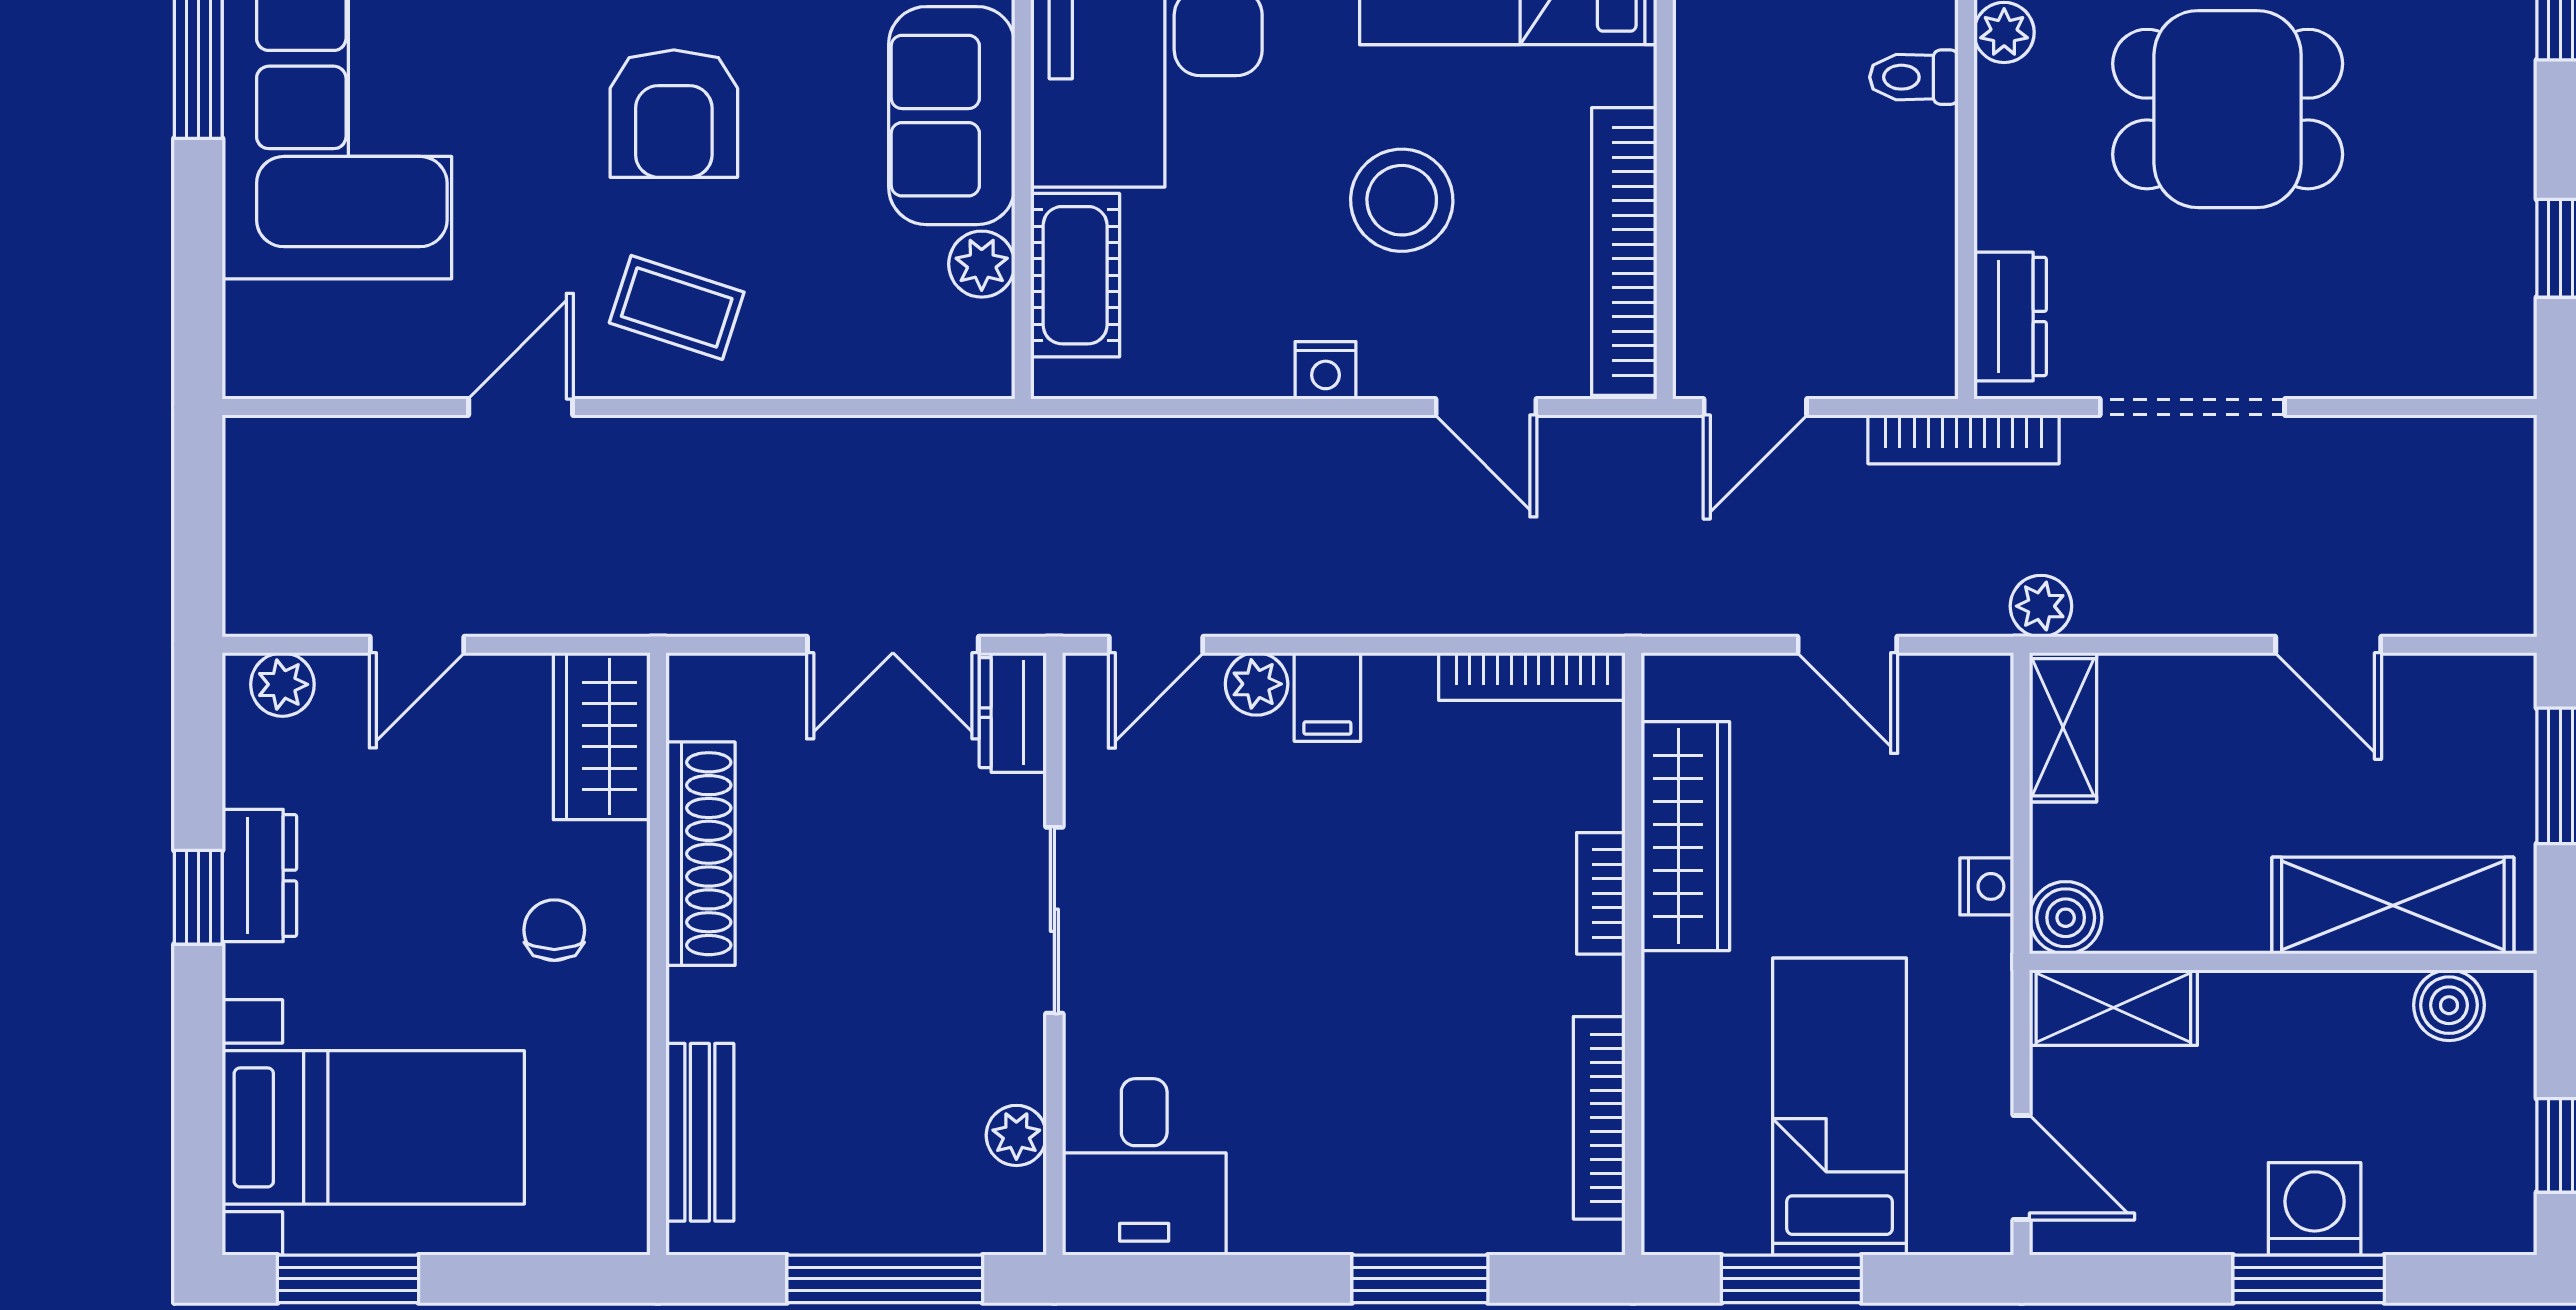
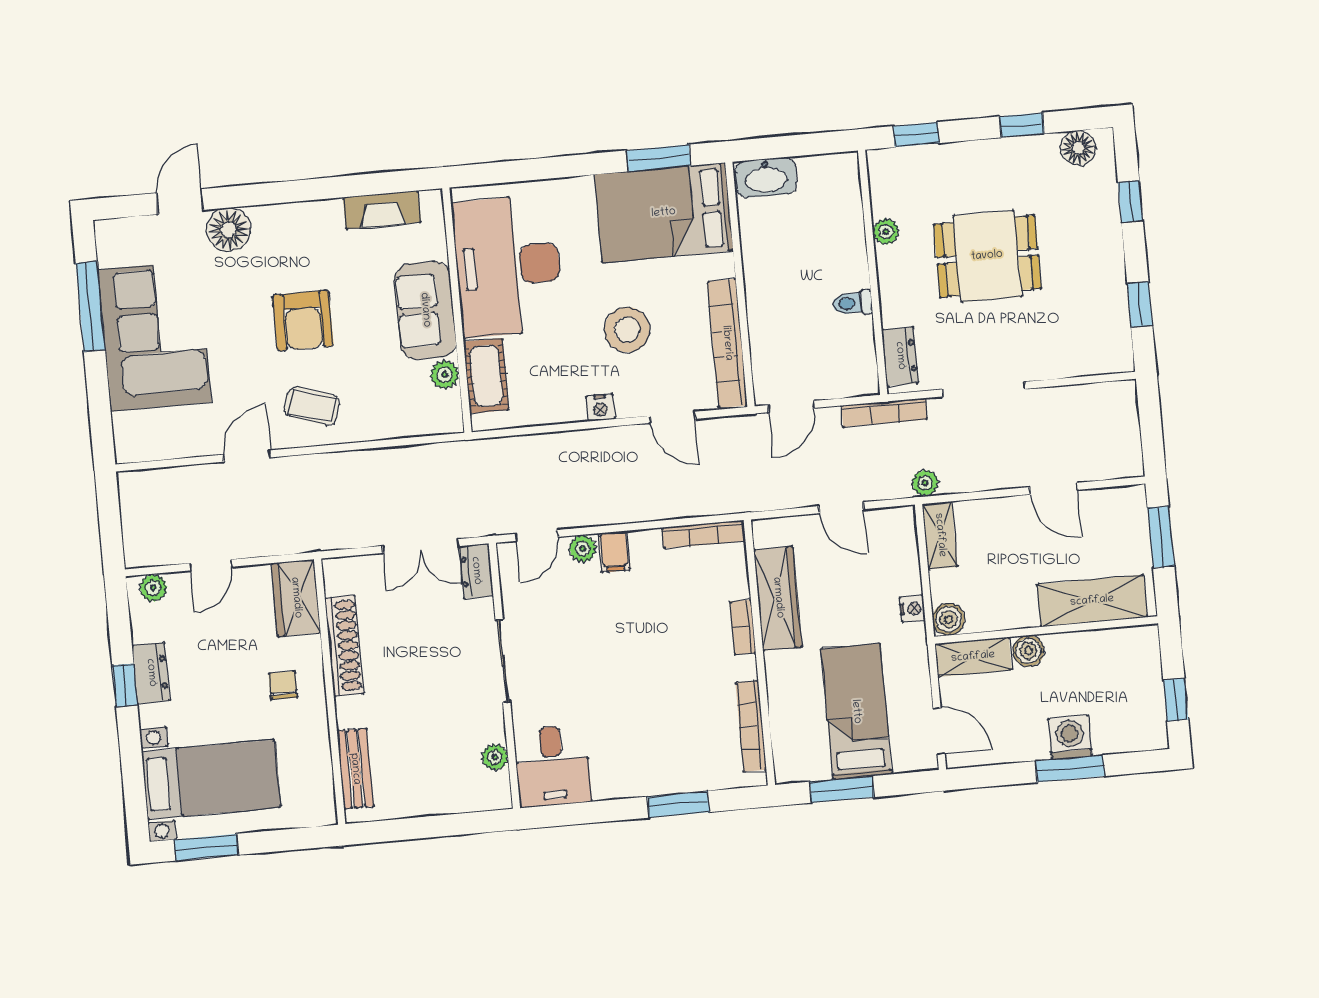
toilet: (1914, 77) -> (852, 303), moved
boiler: (2449, 1005) -> (1028, 651), moved
window: (885, 1279) -> (443, 826), removed

